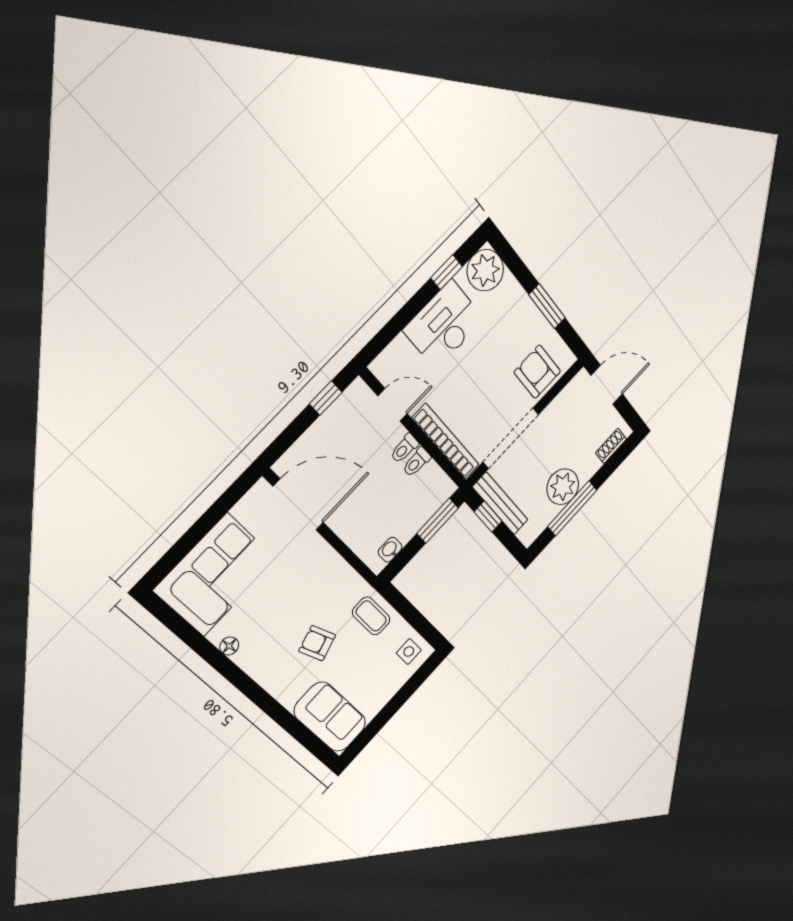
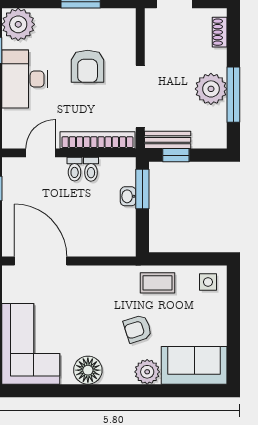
armchair: (537, 372) -> (88, 66), moved, turned -90
bench: (500, 503) -> (168, 140), width x0.73
door: (298, 504) -> (41, 261), hinge flipped
washbasin: (390, 550) -> (128, 196), moved
floor lamp: (229, 646) -> (88, 370), width x1.89, depth x1.89
plant: (288, 690) -> (147, 372), added

